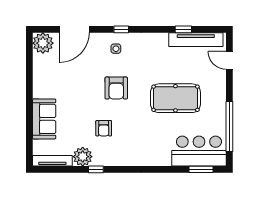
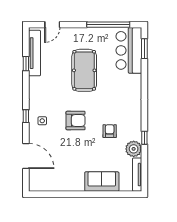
plant: (43, 43) -> (37, 183), removed
armchair: (104, 128) -> (110, 131), turned -90

